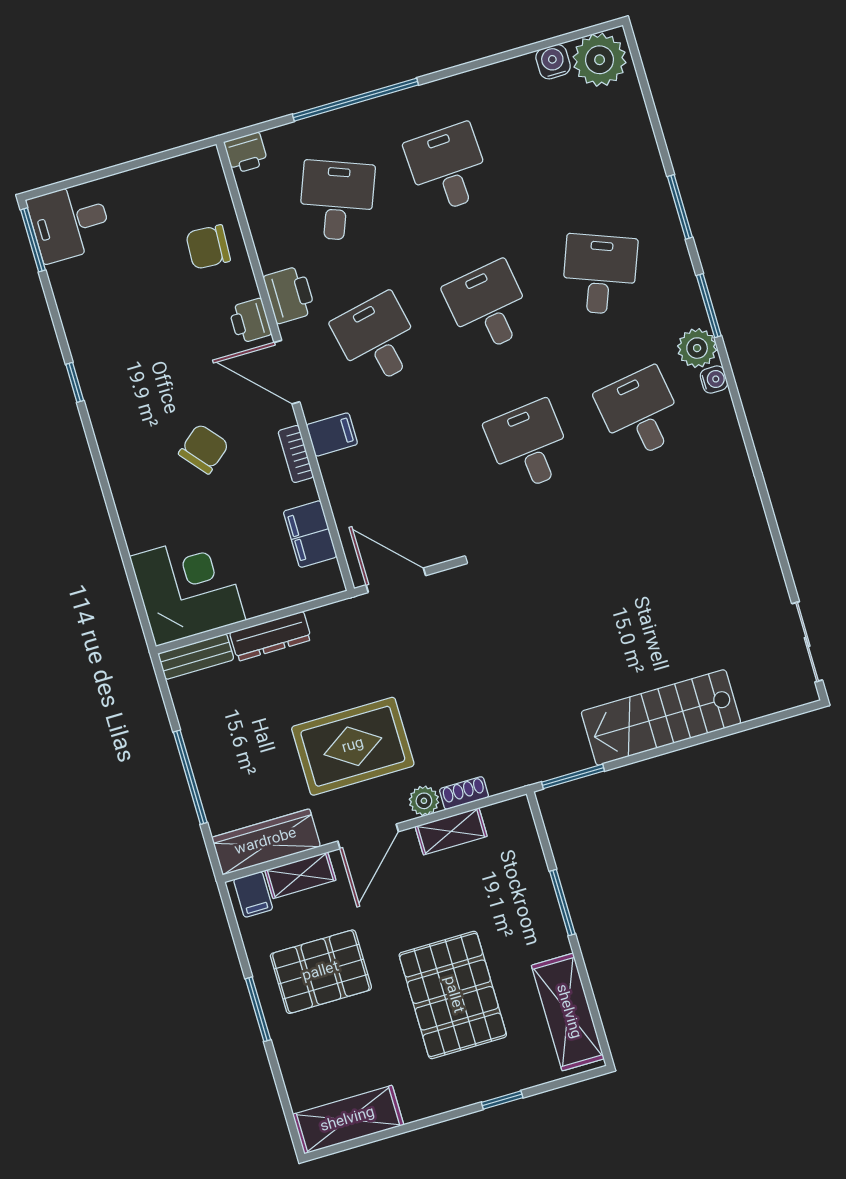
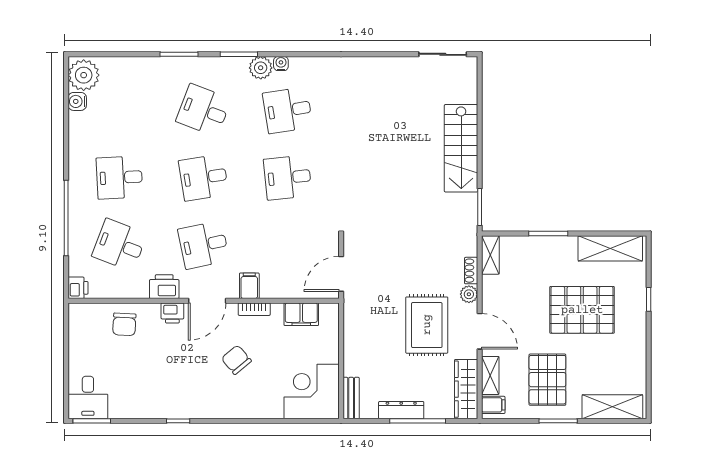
dresser: (271, 636) -> (401, 410), moved, turned -90
shelving: (451, 831) -> (490, 255), moved
shelving: (348, 1120) -> (612, 407), moved, turned 90

